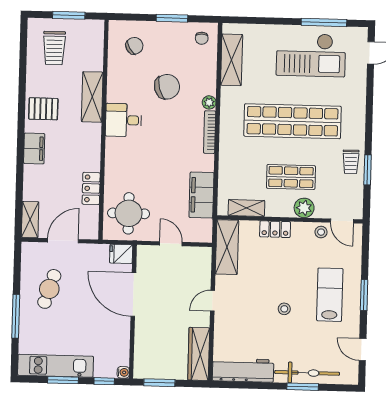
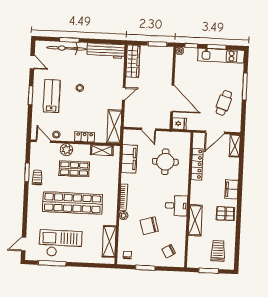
locker: (91, 188) -> (197, 164), width x1.53
round table: (129, 213) -> (165, 162), moved
lab bench: (330, 295) -> (52, 96), turned 180

